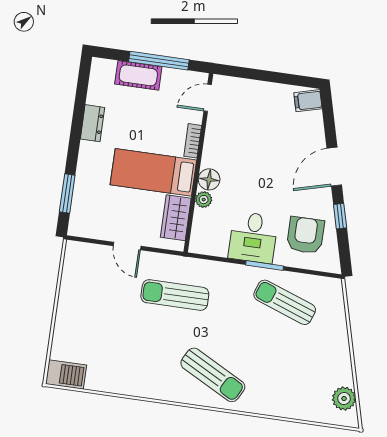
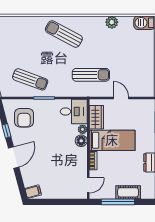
desk: (253, 237) -> (74, 112), moved, turned 90
plant: (124, 384) -> (112, 22), added

